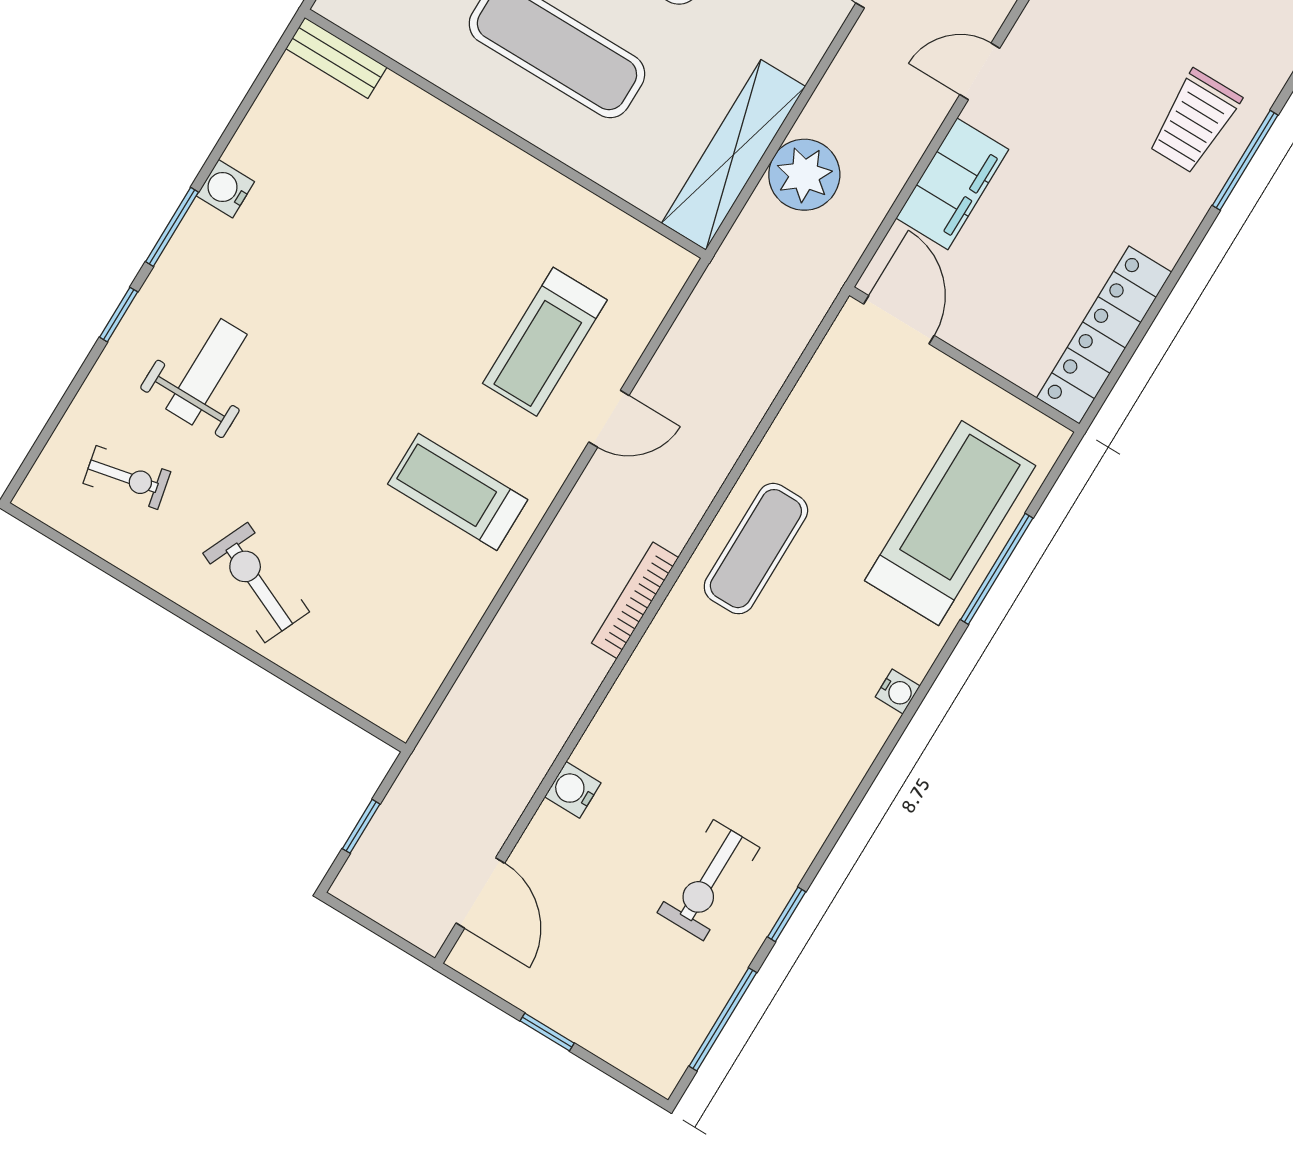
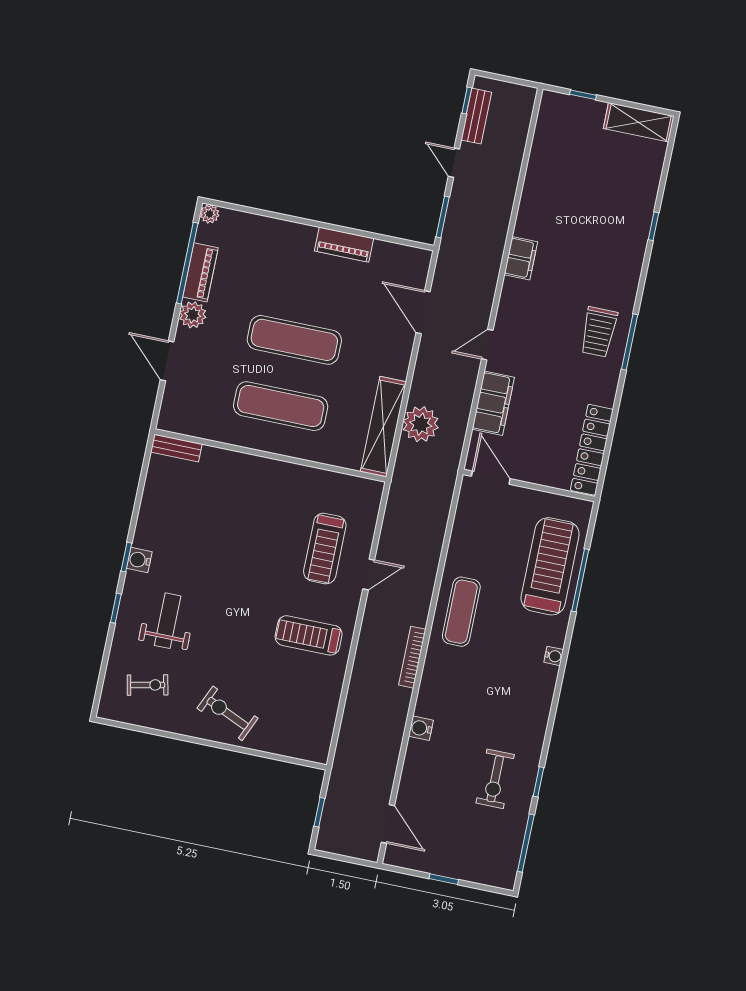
water cooler: (225, 189) -> (139, 560), moved
window: (172, 227) -> (126, 557), width x0.67
water cooler: (573, 790) -> (421, 728), moved

